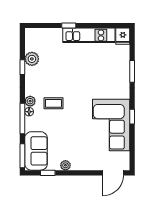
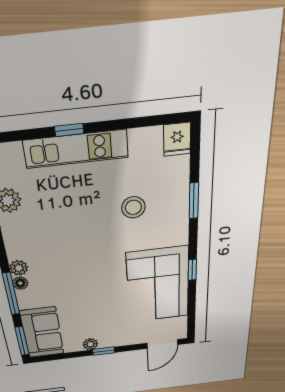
kitchen unit: (89, 35) -> (76, 149), moved
stool: (99, 71) -> (133, 207), added
coffee table: (54, 103) -> (59, 266), removed
window: (48, 173) -> (104, 351), moved

